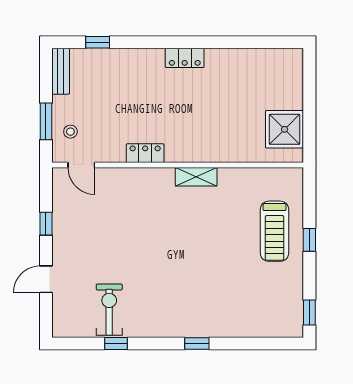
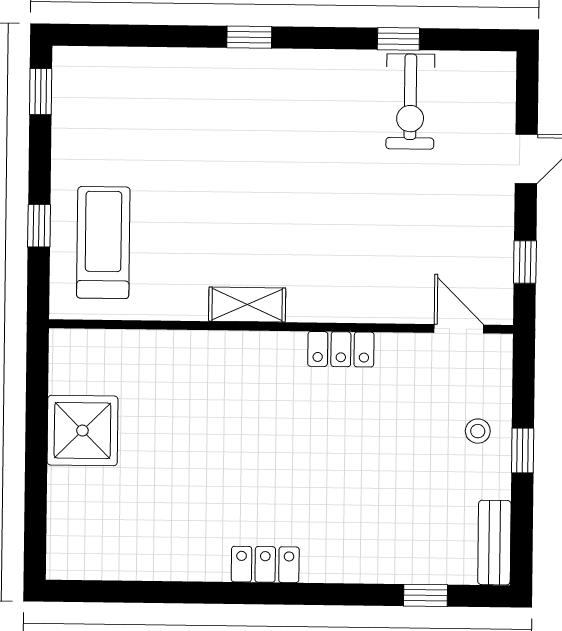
window: (46, 121) -> (523, 450), width x0.67
locker: (145, 153) -> (341, 349), moved
door: (81, 165) -> (459, 329), moved
wall: (178, 165) -> (281, 327), moved
shelving: (196, 177) -> (247, 305), moved

